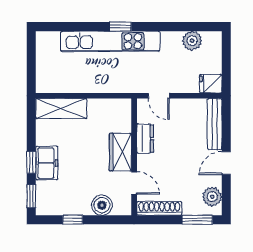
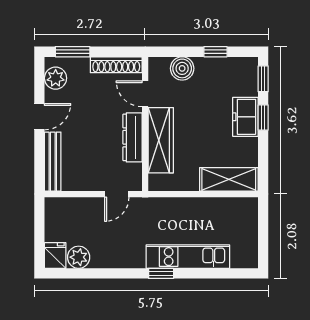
kitchen unit: (110, 41) -> (188, 257), width x0.73
fridge: (211, 84) -> (55, 256), moved, turned -90
door: (159, 96) -> (117, 194), swing flipped
dresser: (145, 139) -> (133, 137), width x1.44
wardrobe: (120, 152) -> (161, 140), width x1.50

